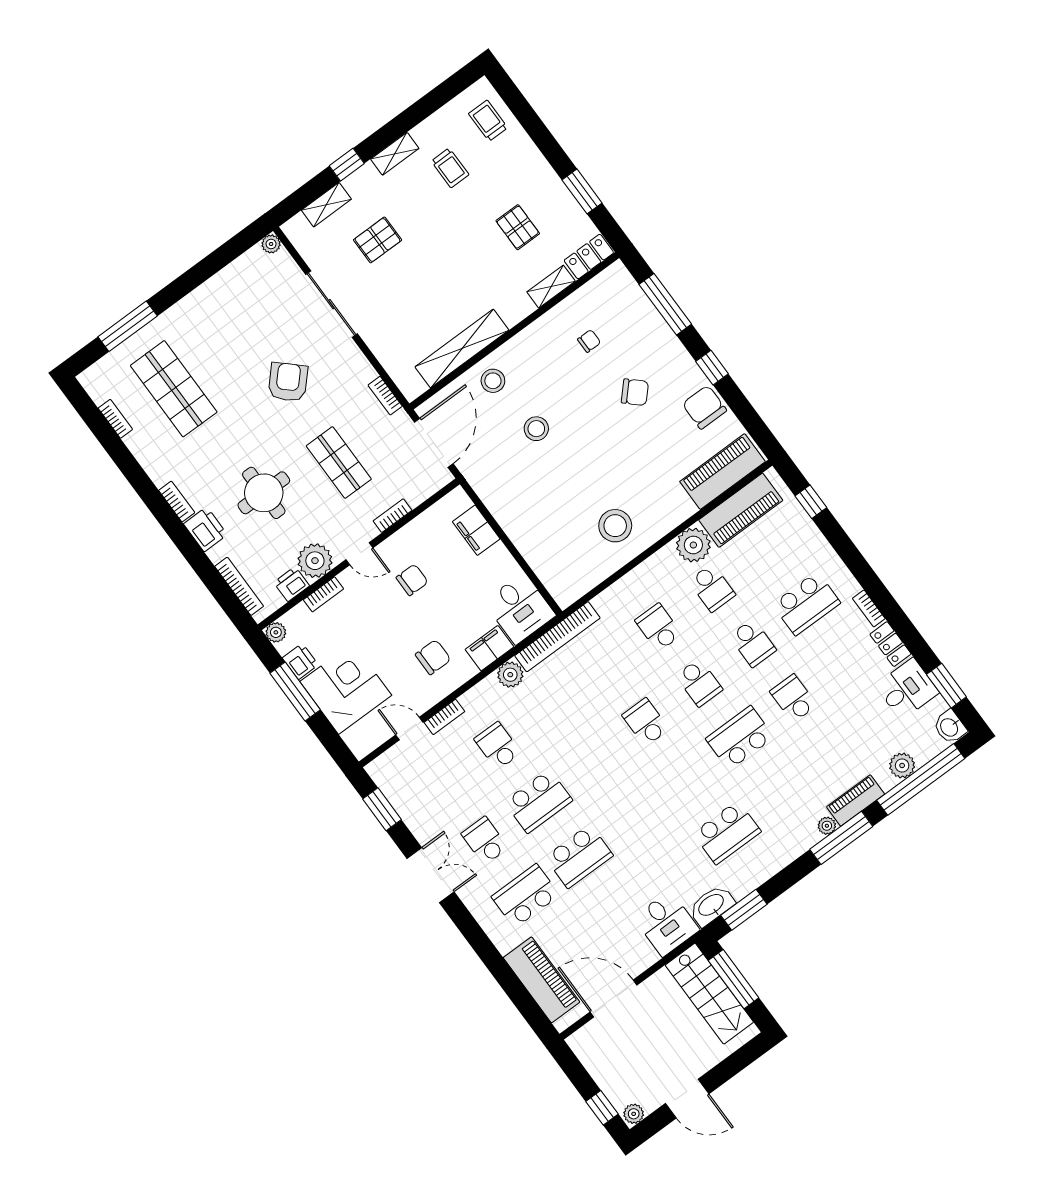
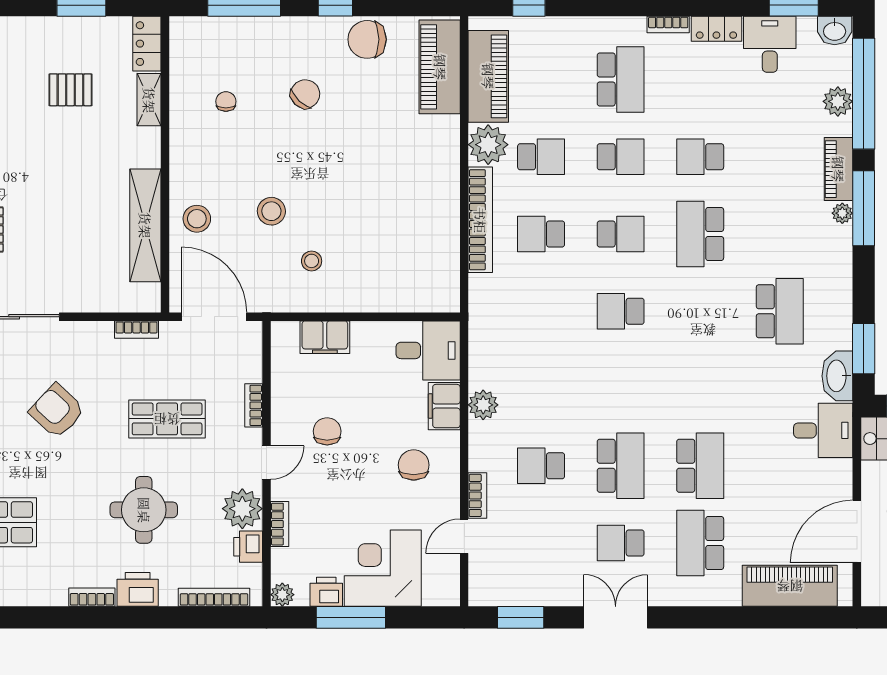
stool: (615, 526) -> (312, 261), moved, width x0.53, depth x0.53
bookcase: (557, 637) -> (480, 220), moved

